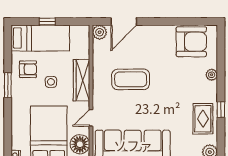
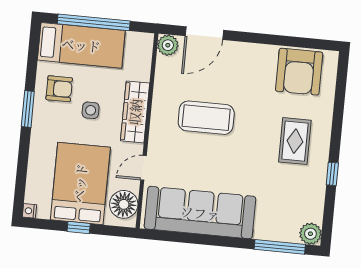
window: (47, 21) -> (94, 22), width x3.17
armchair: (191, 42) -> (299, 72), turned 90
plant: (212, 75) -> (324, 122), removed
rug: (203, 119) -> (295, 141), moved

